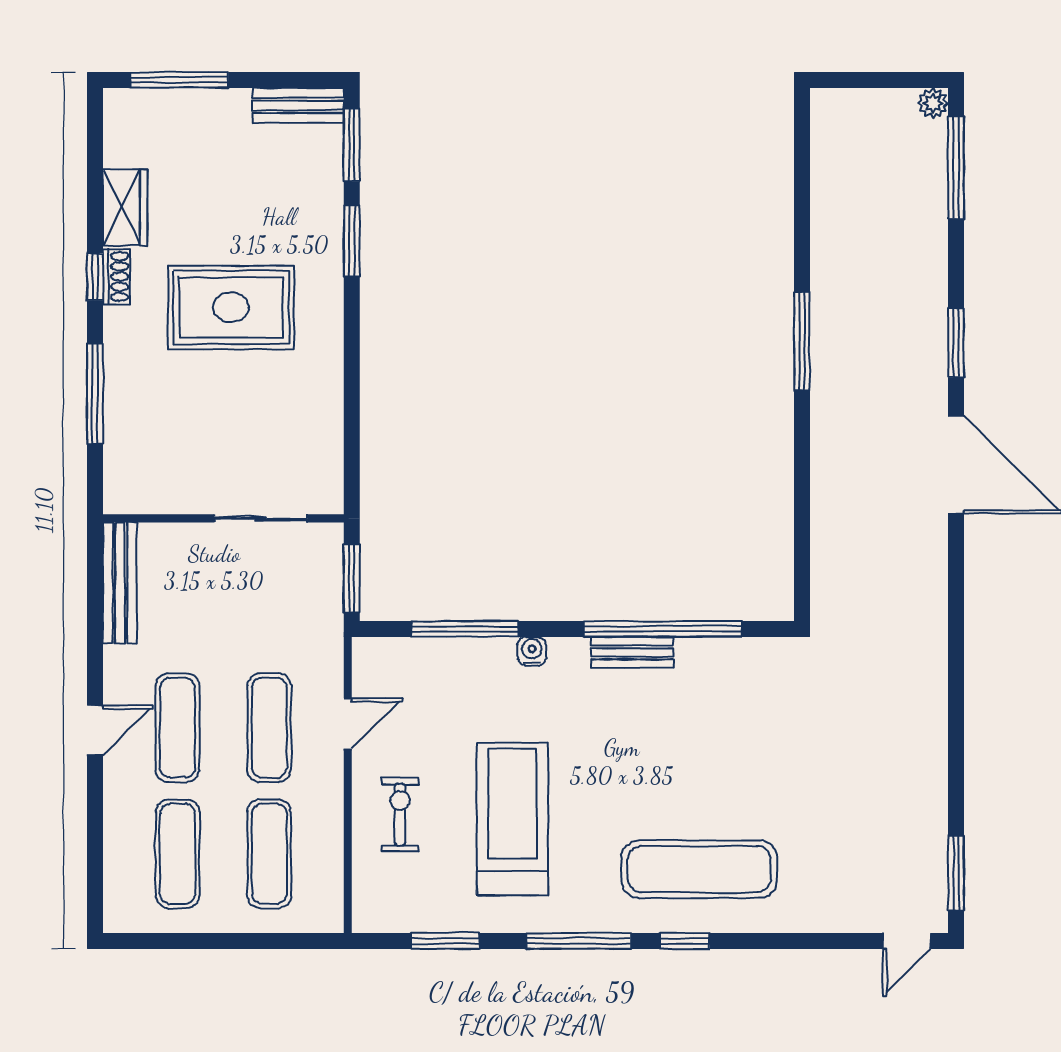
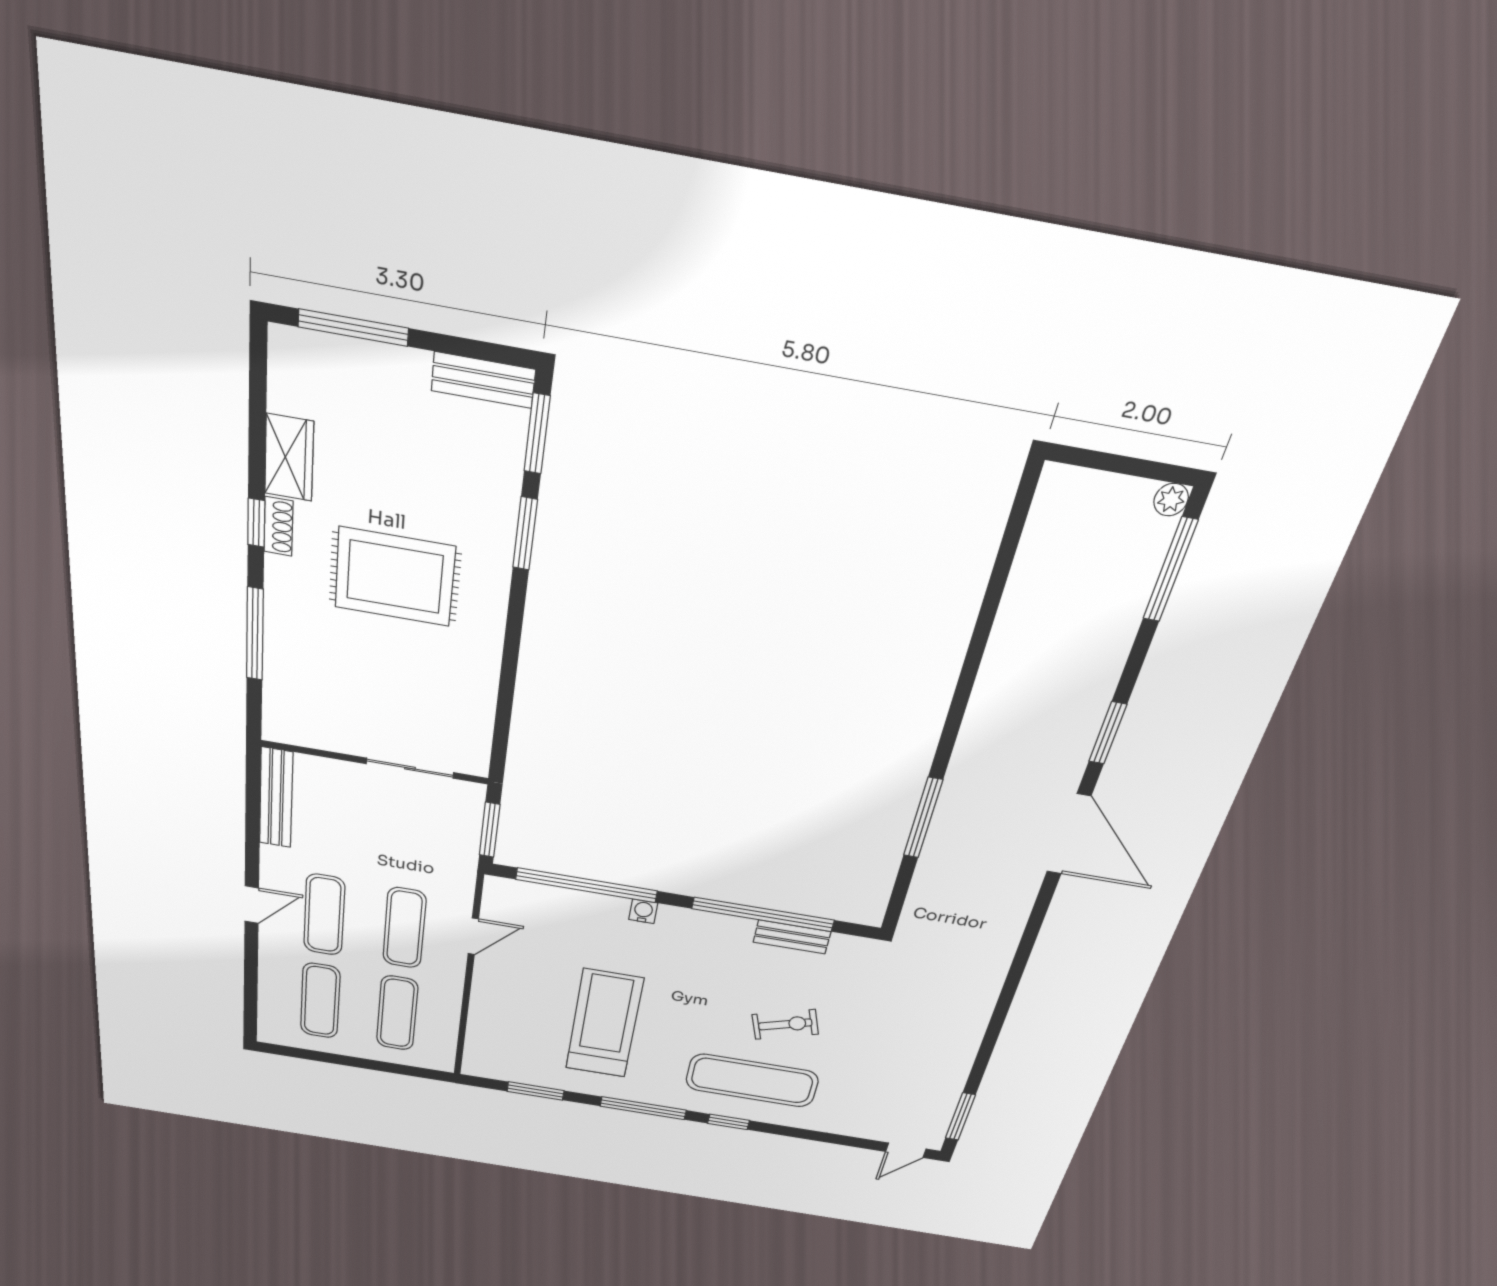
window: (802, 341) -> (923, 818), moved
window: (465, 629) -> (587, 885), width x1.46
bench: (632, 652) -> (792, 937), moved
exercise bike: (400, 814) -> (785, 1024), moved, turned 72

